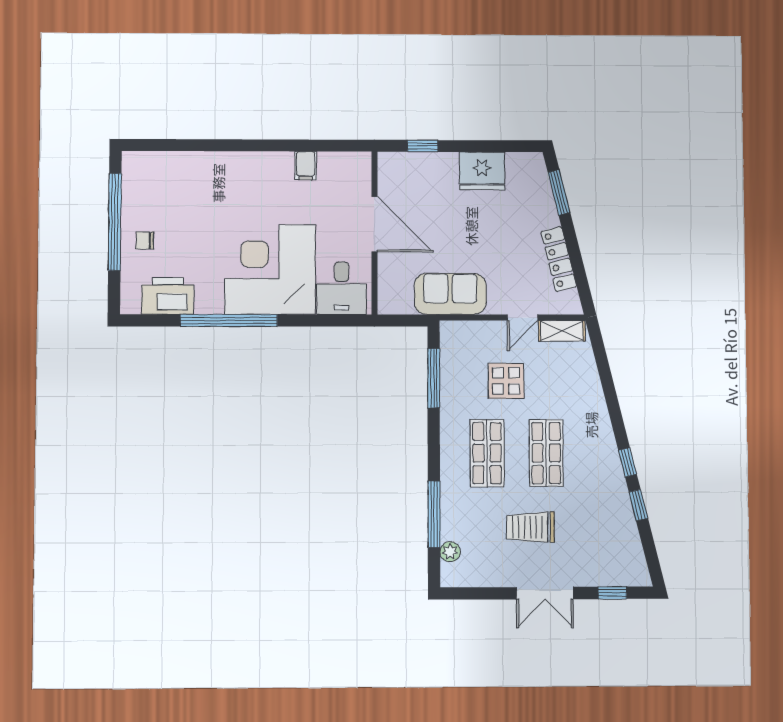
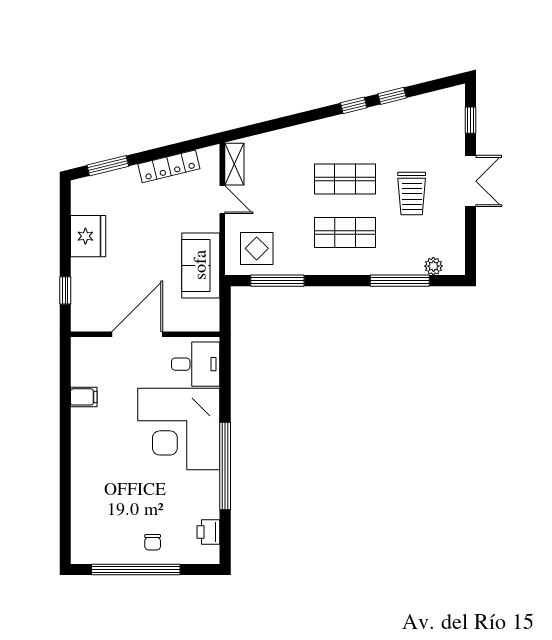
printer: (168, 296) -> (208, 532), width x0.53, depth x0.68
display table: (506, 381) -> (257, 248), moved

